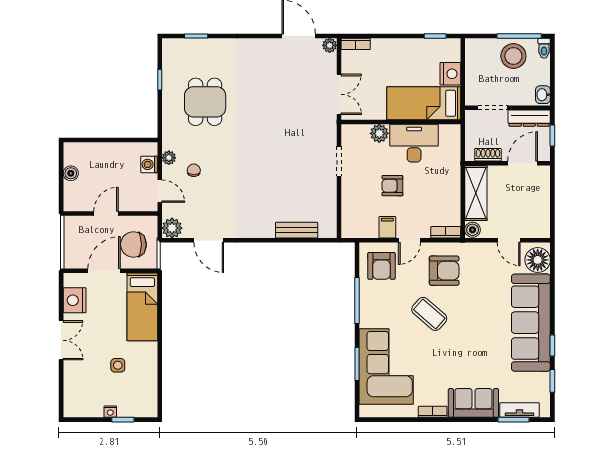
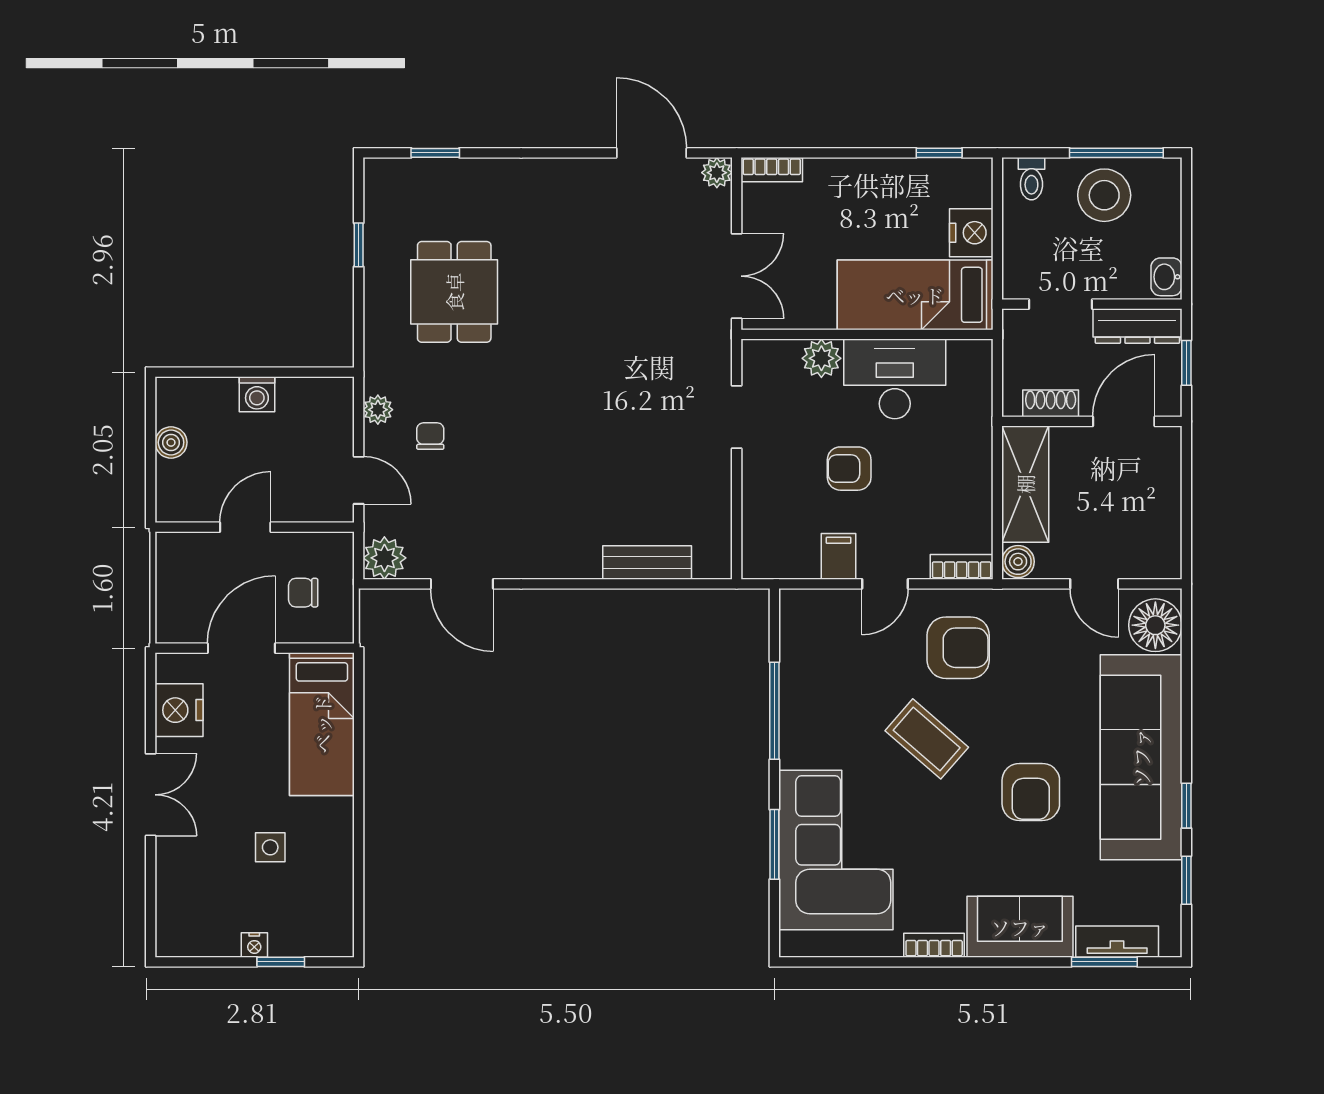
toilet: (544, 48) -> (1031, 179), moved
washing machine: (149, 164) -> (257, 394), moved, turned -90
chair: (133, 245) -> (303, 593), width x0.54, depth x0.54
armchair: (381, 266) -> (1031, 792), moved

